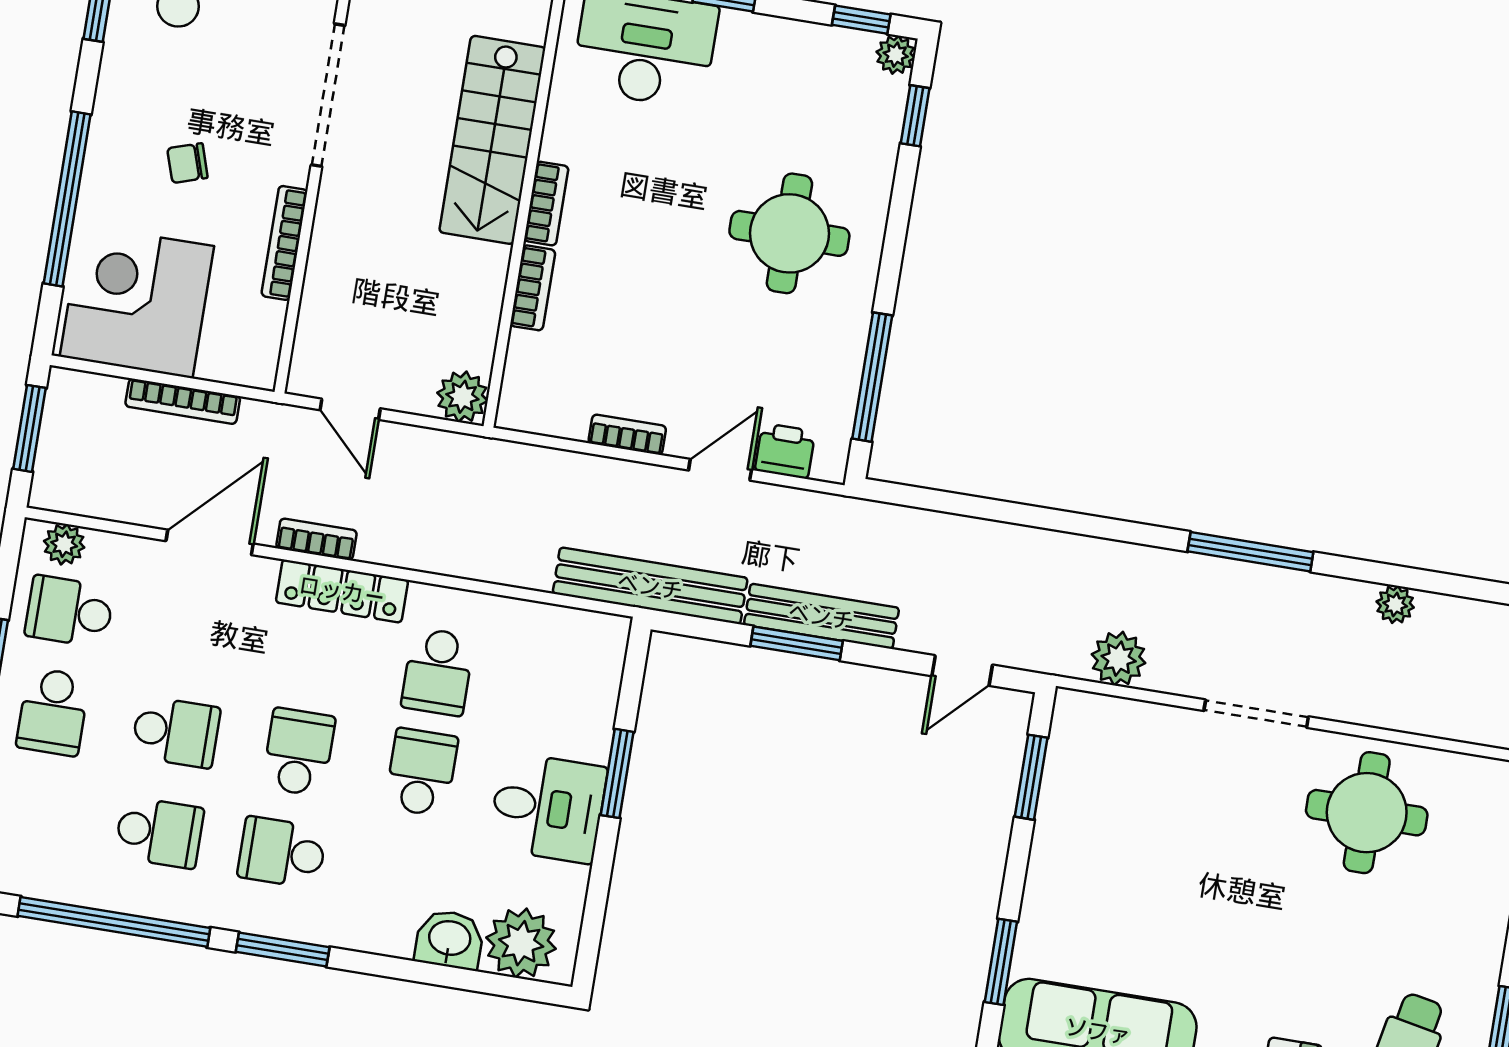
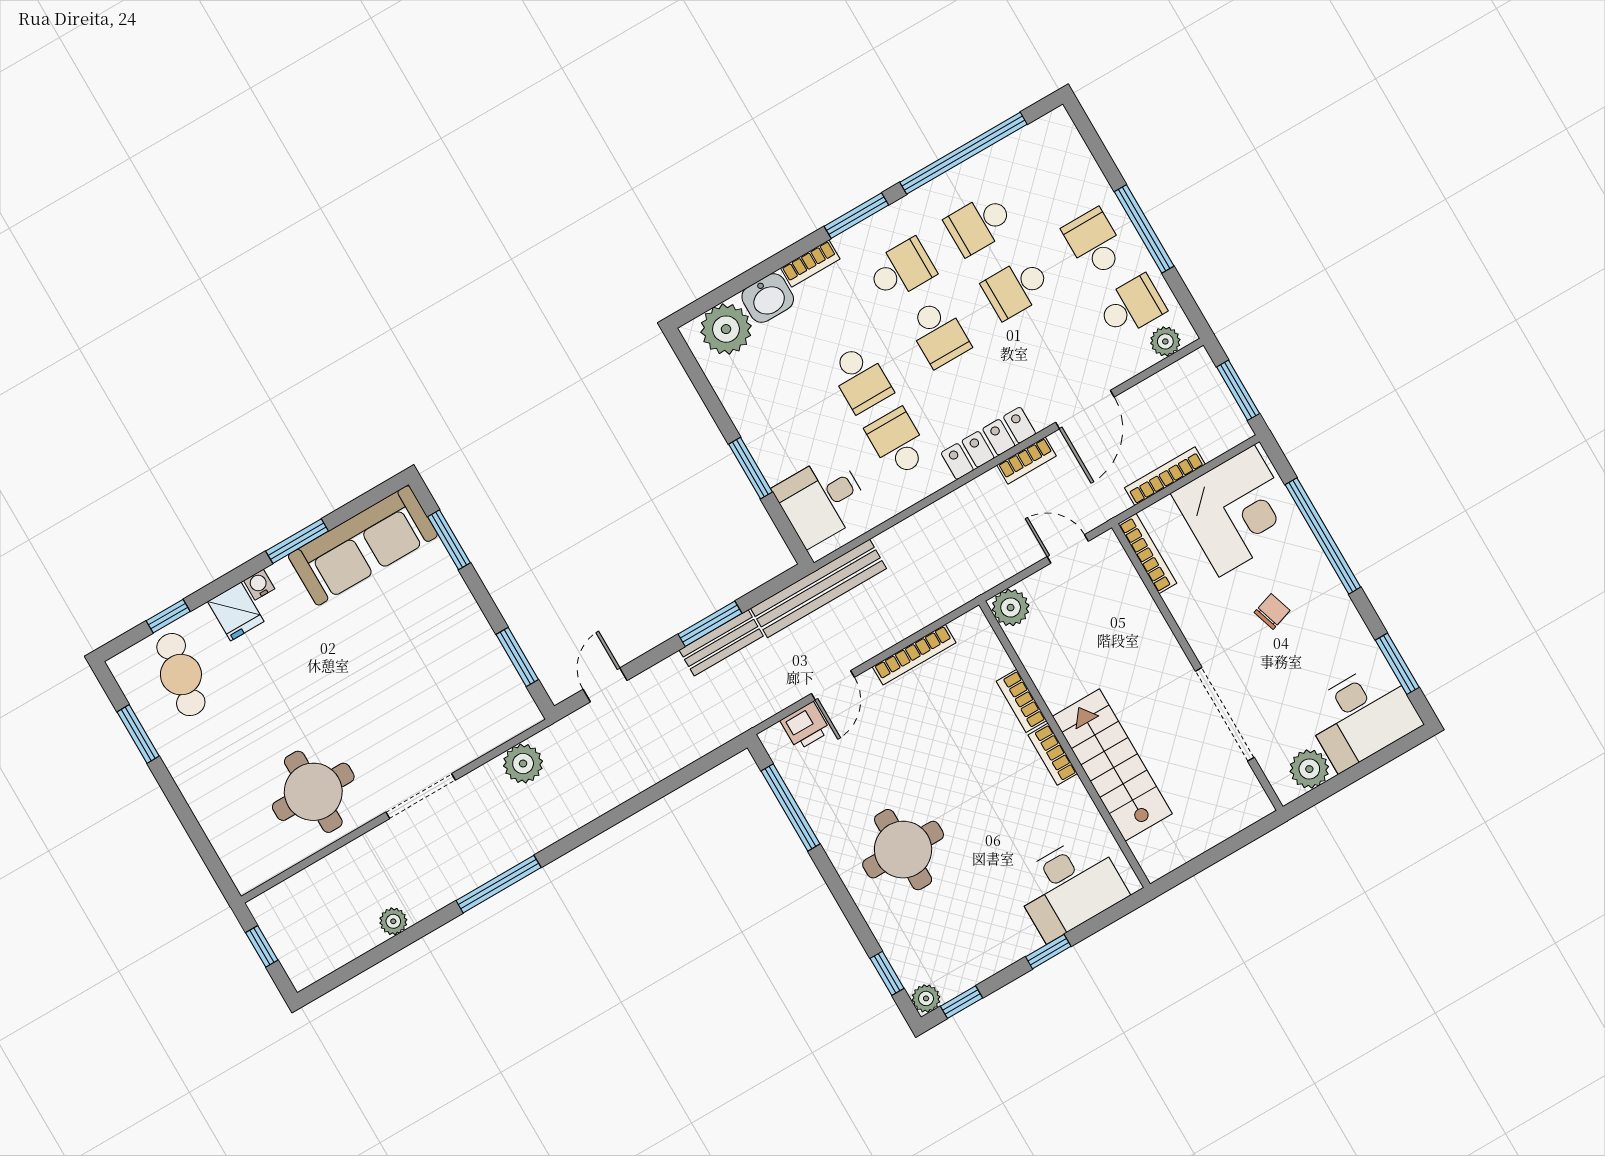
bookcase: (284, 243) -> (1147, 554), moved
bookcase: (627, 435) -> (914, 655), width x1.56
bench: (821, 616) -> (721, 643), width x0.73
desk: (548, 808) -> (822, 500), moved
bookcase: (374, 939) -> (810, 264), added

